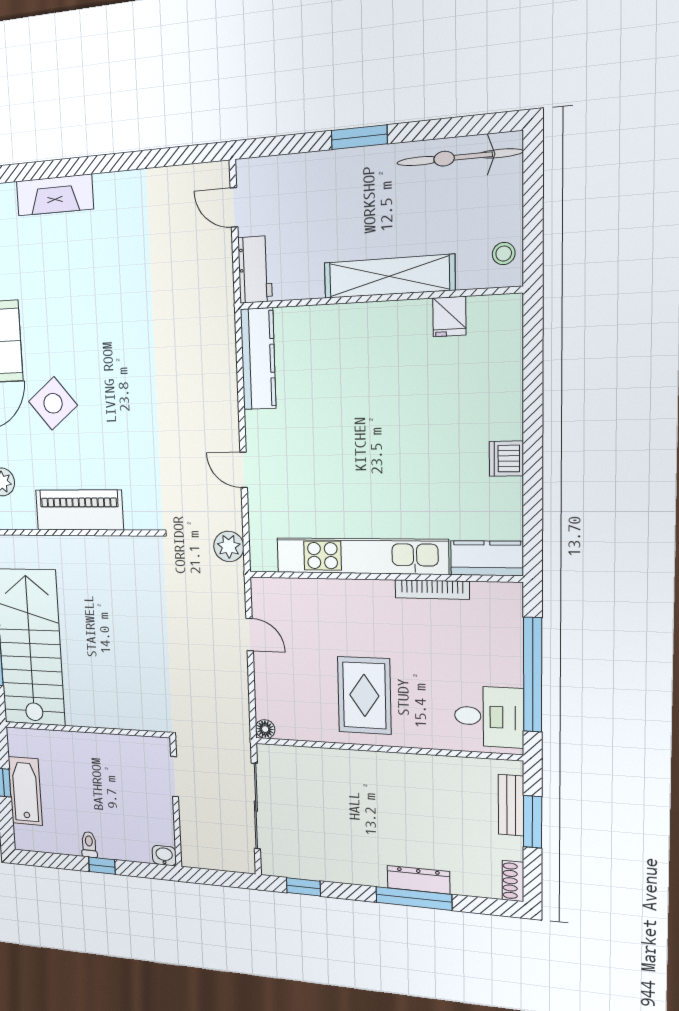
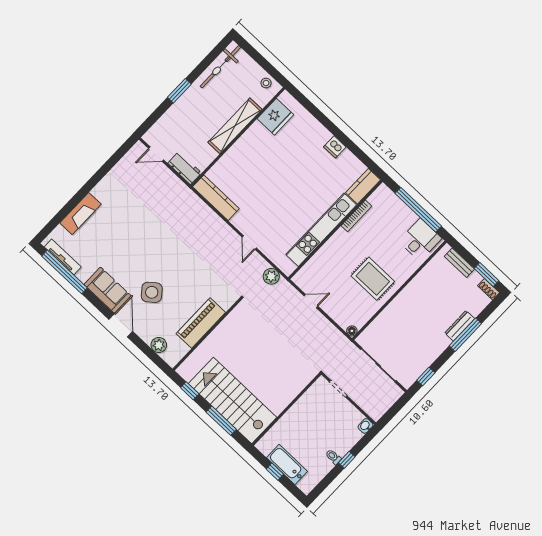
fridge: (449, 317) -> (275, 117), width x1.88, depth x1.34
door: (244, 470) -> (249, 243), hinge flipped
window: (533, 822) -> (486, 274), moved

